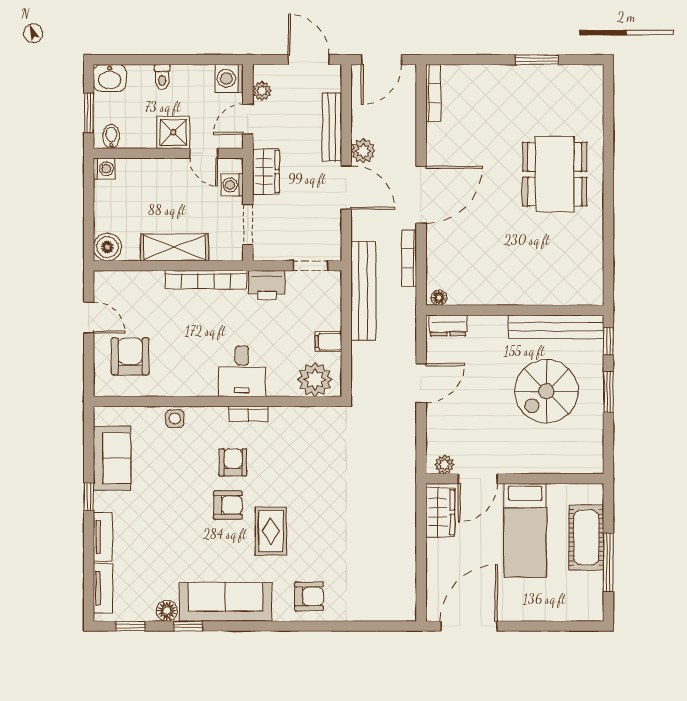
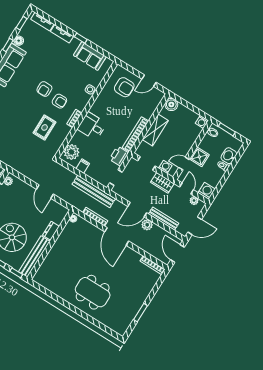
washbasin: (110, 78) -> (229, 156), moved
dresser: (448, 325) -> (51, 231), moved
rug: (271, 531) -> (45, 127), moved, turned 90

